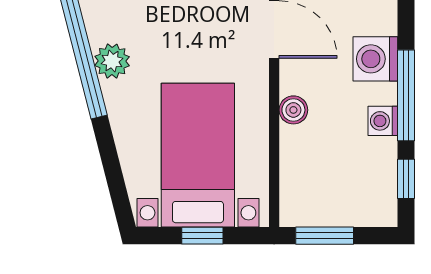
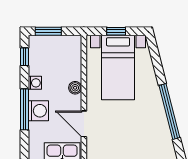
plant: (112, 61) -> (157, 110), removed
window: (406, 95) -> (24, 109), moved
window: (325, 236) -> (48, 31), moved

